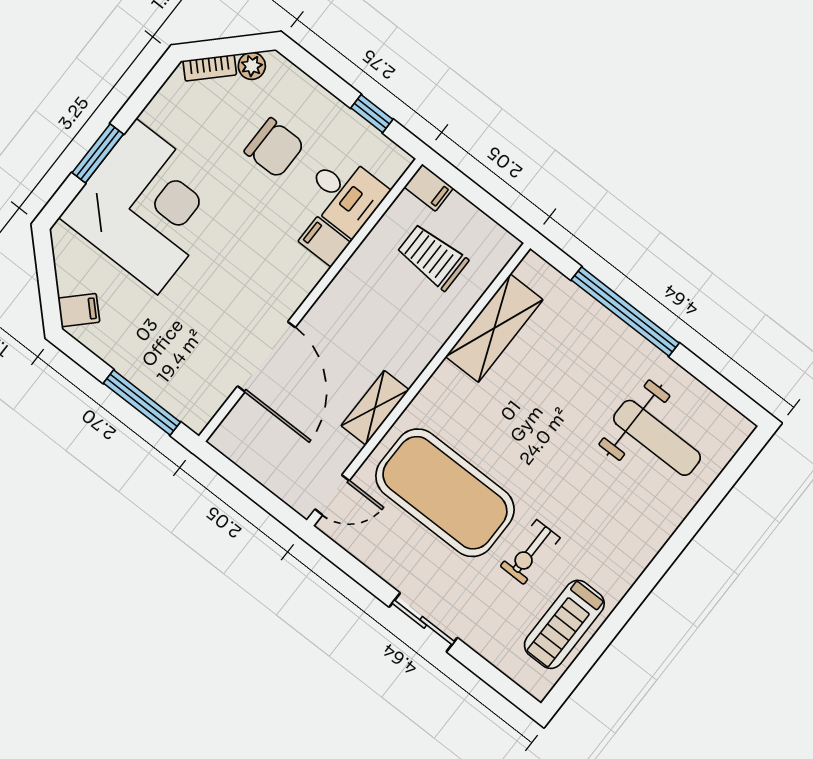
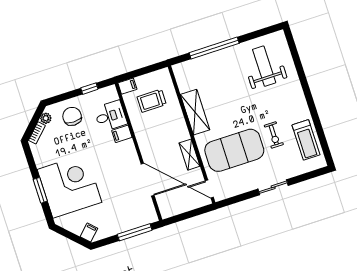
chair: (274, 148) -> (72, 116), moved, turned -90
shelving: (494, 328) -> (195, 112), moved
weight bench: (657, 438) -> (264, 66), turned -90
door: (332, 495) -> (209, 189), swing flipped

